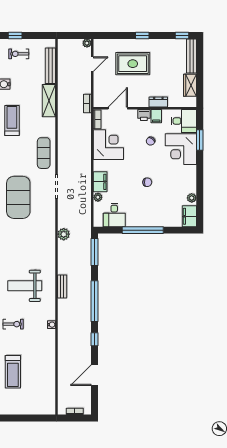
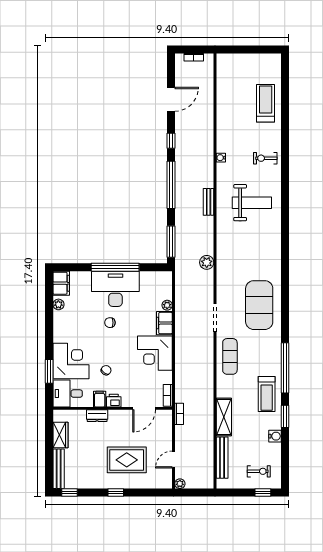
corner desk: (108, 145) -> (155, 353), moved
desk: (114, 215) -> (115, 289), moved, width x1.87, depth x1.30

